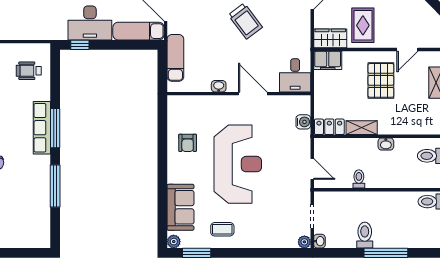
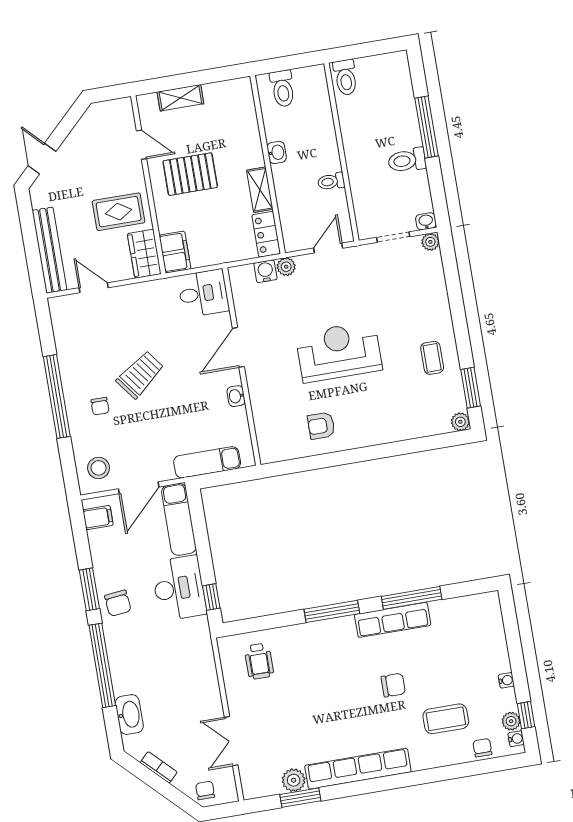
row of seats: (42, 128) -> (393, 620), moved
plant: (304, 137) -> (286, 267), added
armchair: (188, 143) -> (321, 426), turned 180
reception desk: (238, 164) -> (339, 352), width x0.74, depth x0.77
sofa: (180, 207) -> (412, 420), removed

